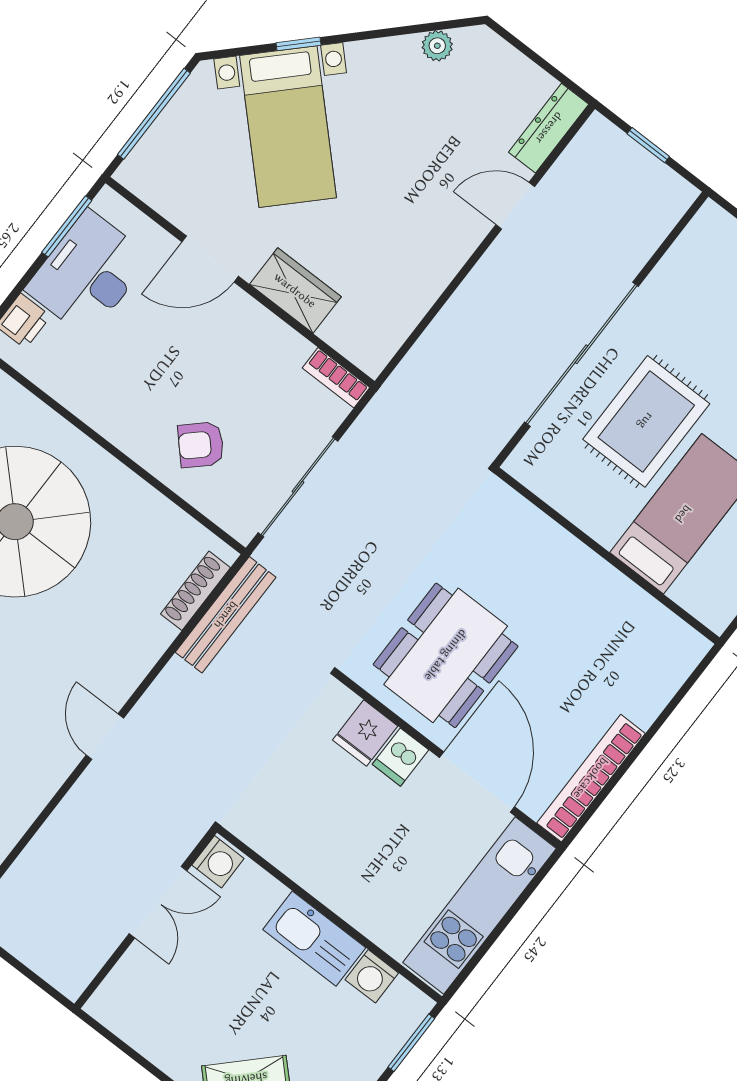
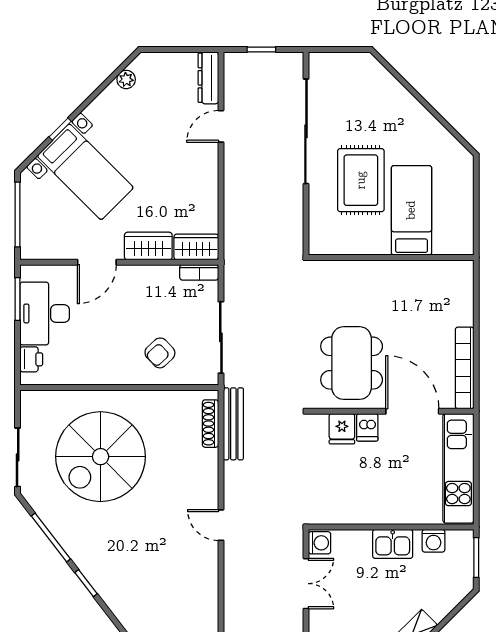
wardrobe: (358, 341) -> (196, 247), added
sliding door: (581, 354) -> (306, 131), moved
kitchen sink: (314, 939) -> (393, 544), width x0.73

